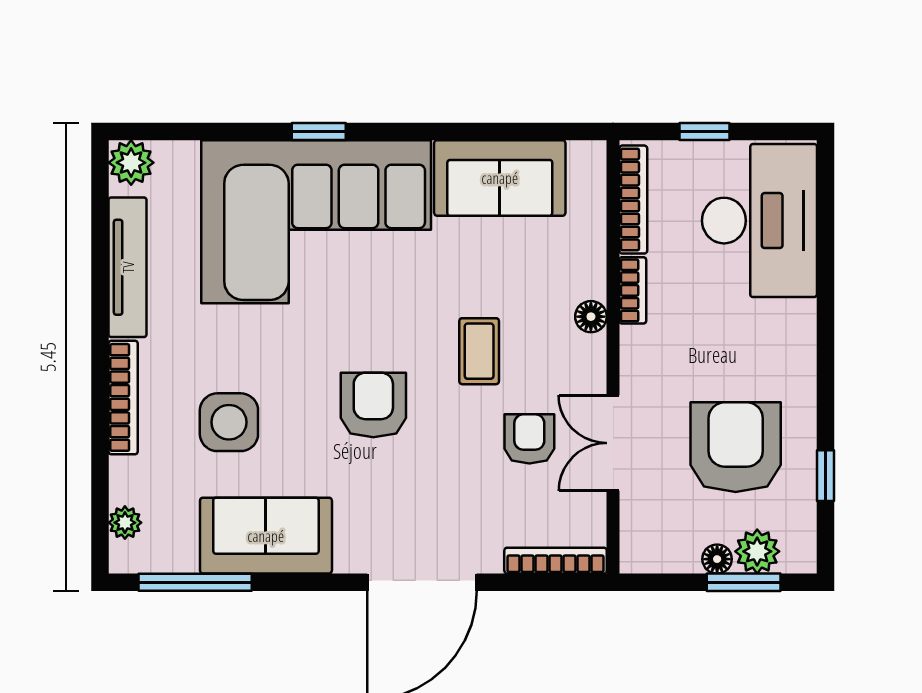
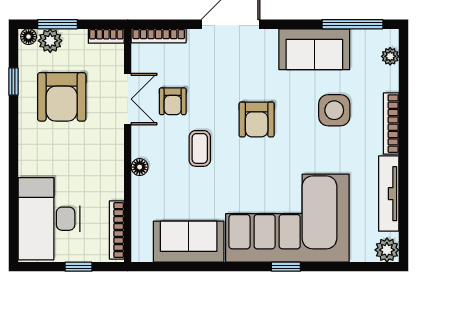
bookcase: (633, 290) -> (106, 36), moved, turned -90
floor lamp: (717, 559) -> (29, 37), moved

